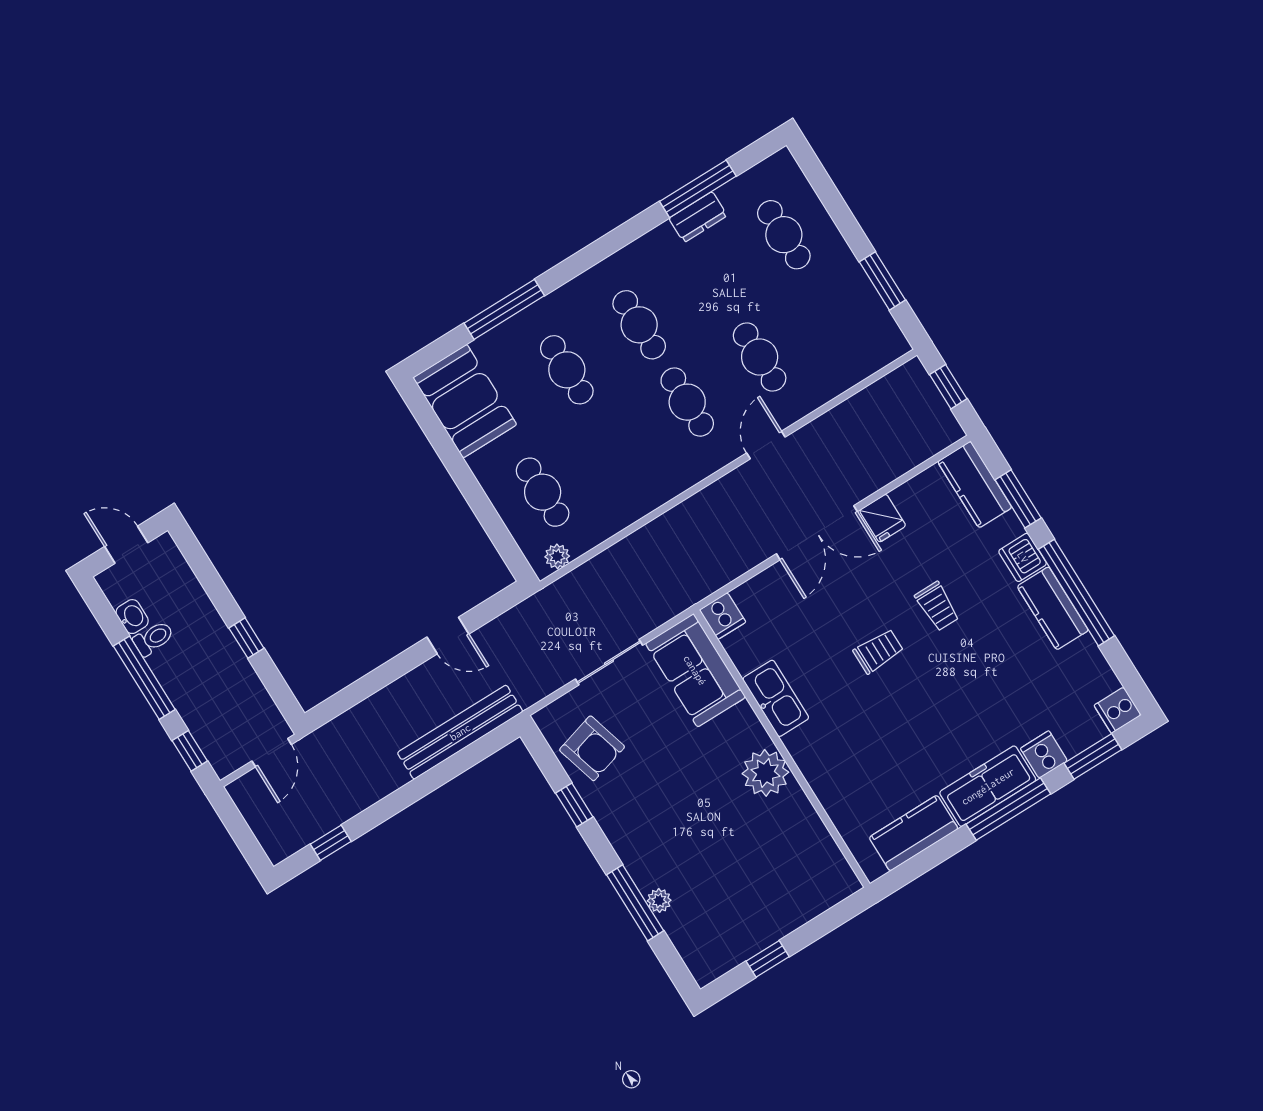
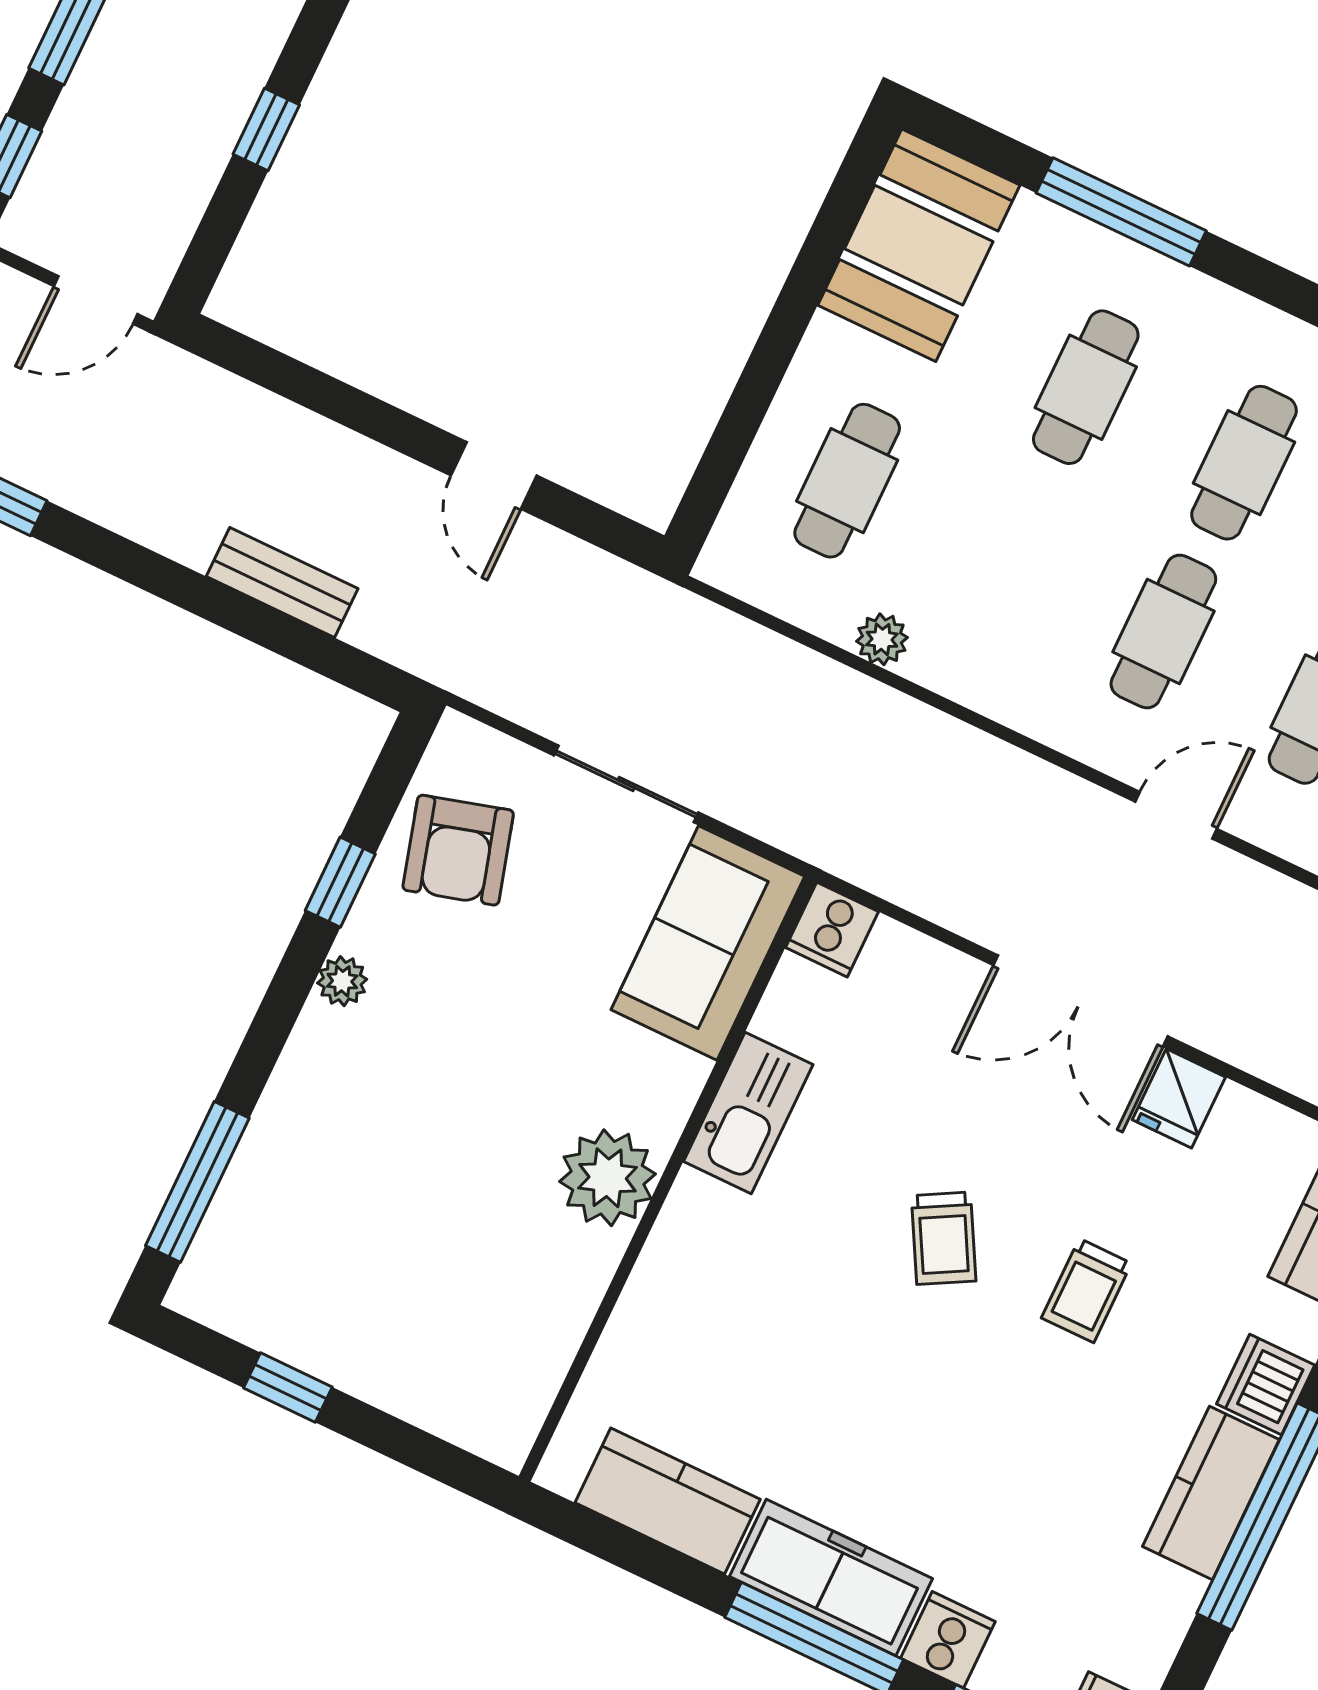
plant: (557, 556) -> (882, 639), moved
trolley: (878, 651) -> (944, 1238), turned 61
bench: (460, 732) -> (282, 583), width x0.54, depth x0.82
plant: (659, 901) -> (342, 981), moved
window: (635, 903) -> (197, 1182), moved

